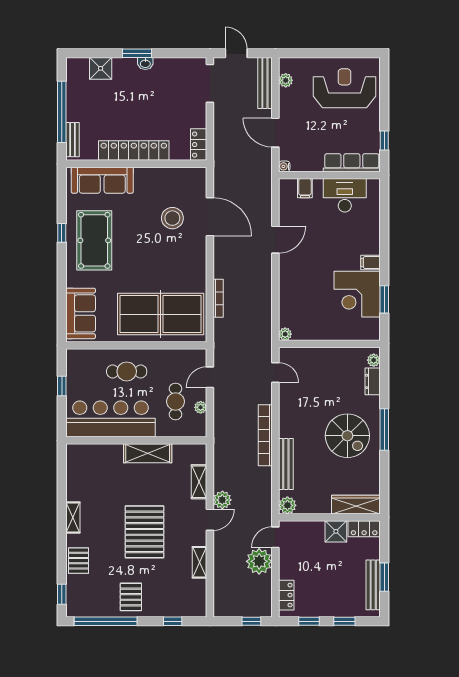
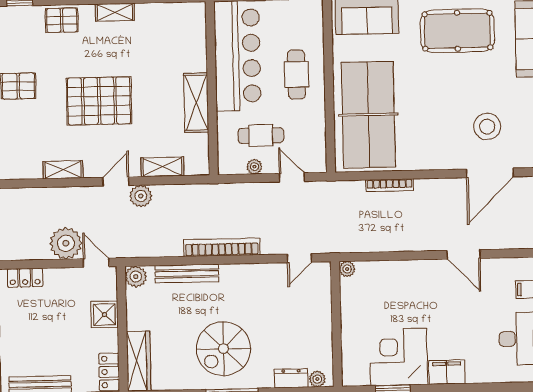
filing cabinet: (370, 262) -> (447, 372), width x2.00
door: (210, 520) -> (116, 181), swing flipped
shower: (336, 531) -> (104, 314), moved

